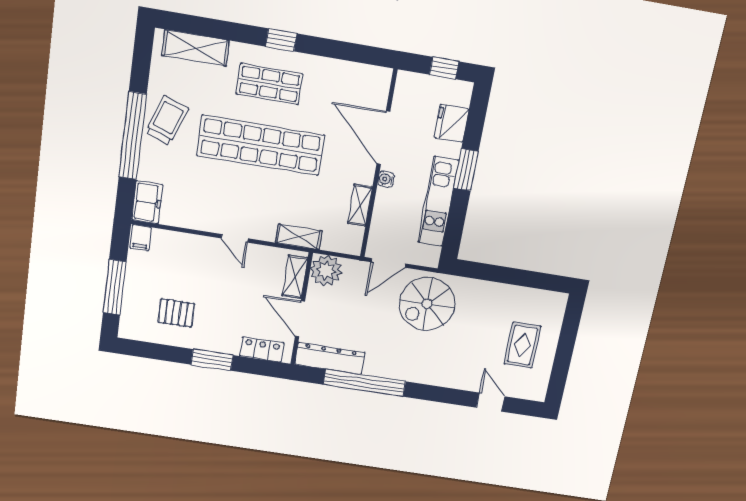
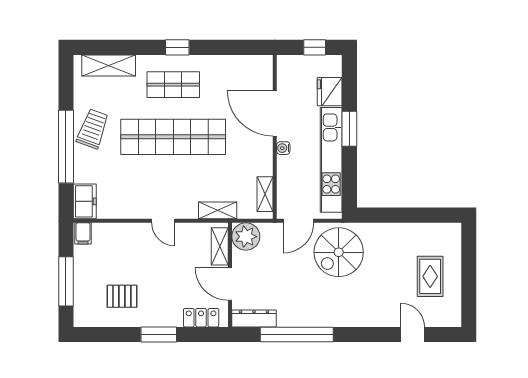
kitchen unit: (438, 202) -> (331, 160), width x1.36
shelving: (360, 205) -> (265, 194), moved
dresser: (330, 358) -> (254, 318), width x0.73, depth x0.80

